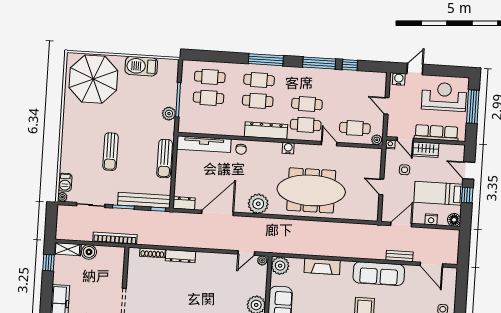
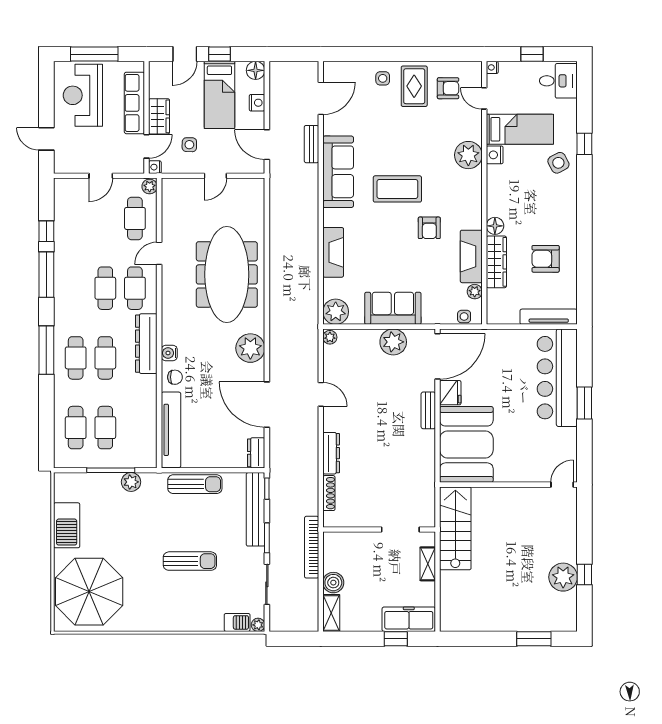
water cooler: (399, 79) -> (62, 161), removed
water cooler: (288, 148) -> (169, 353), moved
door: (246, 253) -> (321, 394), moved
window: (48, 263) -> (396, 639), moved

